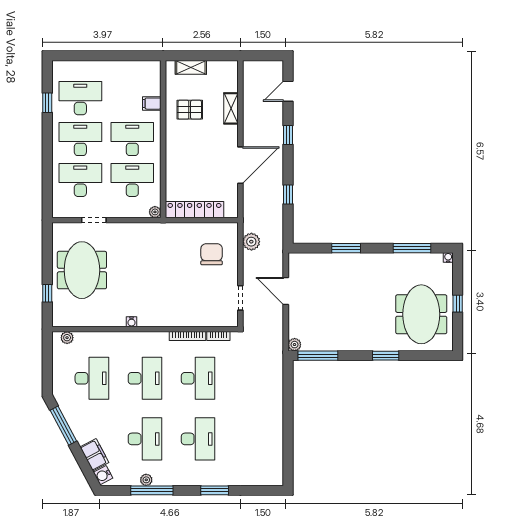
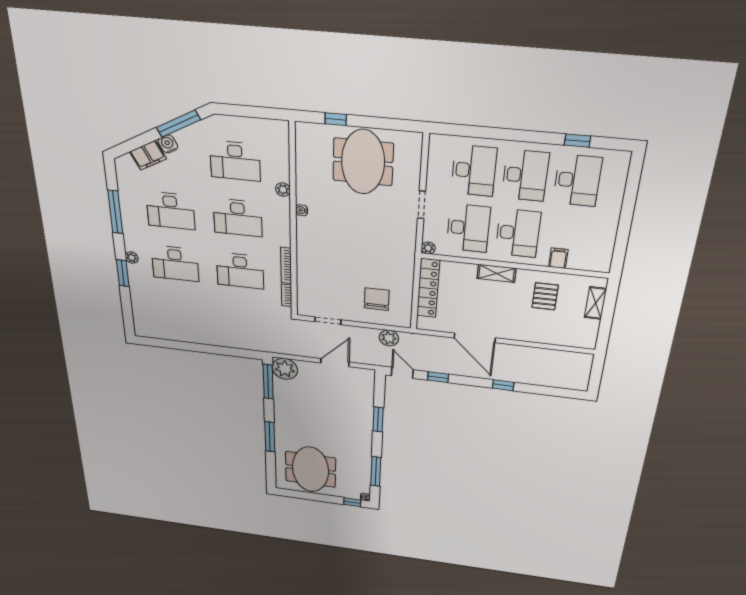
door: (288, 91) -> (402, 373), moved
shelving: (231, 108) -> (496, 273), moved
doorway: (94, 220) -> (422, 205), moved
chair: (212, 254) -> (377, 299), turned -90
meeting table: (82, 270) -> (363, 162), turned 90
window: (458, 304) -> (352, 502), moved
meeting table: (421, 314) -> (310, 469), turned 90
plant: (67, 338) -> (283, 190), moved
plant: (295, 345) -> (285, 369), width x1.87, depth x1.87
window: (386, 356) -> (270, 437), width x1.44
water cooler: (103, 475) -> (168, 144), moved
plant: (146, 480) -> (132, 257), moved

